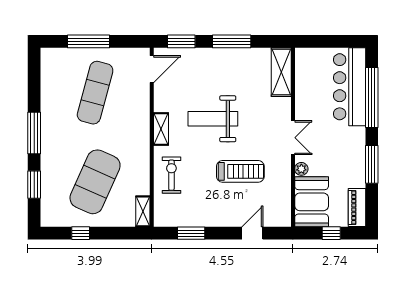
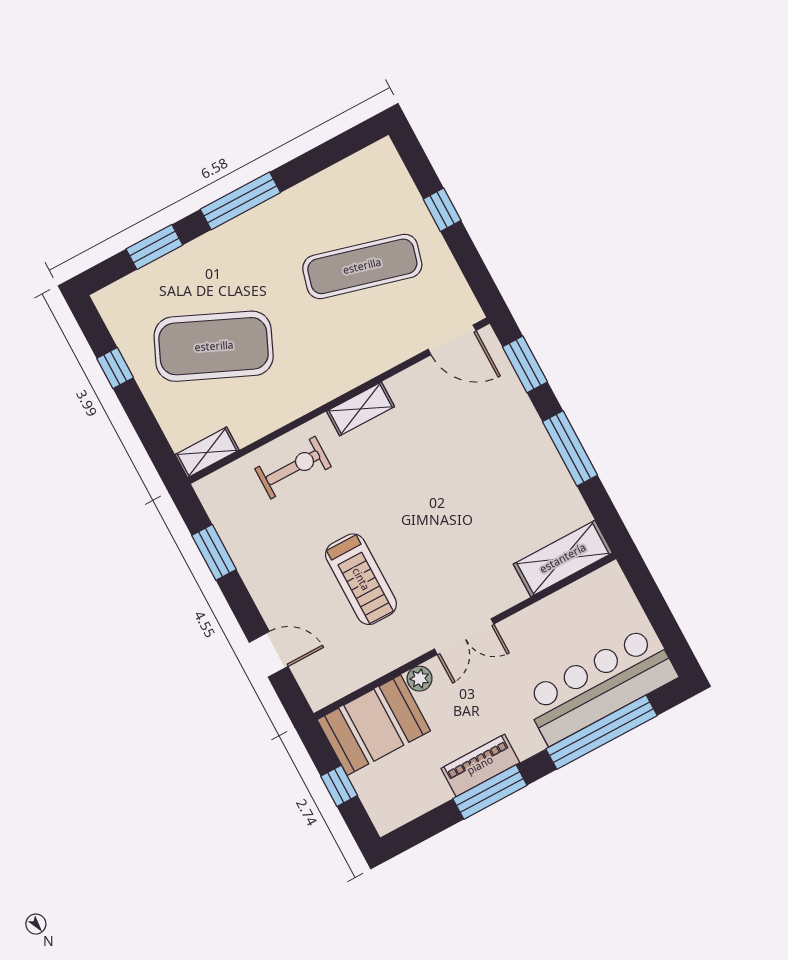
window: (89, 41) -> (442, 210), width x0.46
weight bench: (213, 119) -> (424, 486), removed
piano: (357, 208) -> (480, 765), moved

